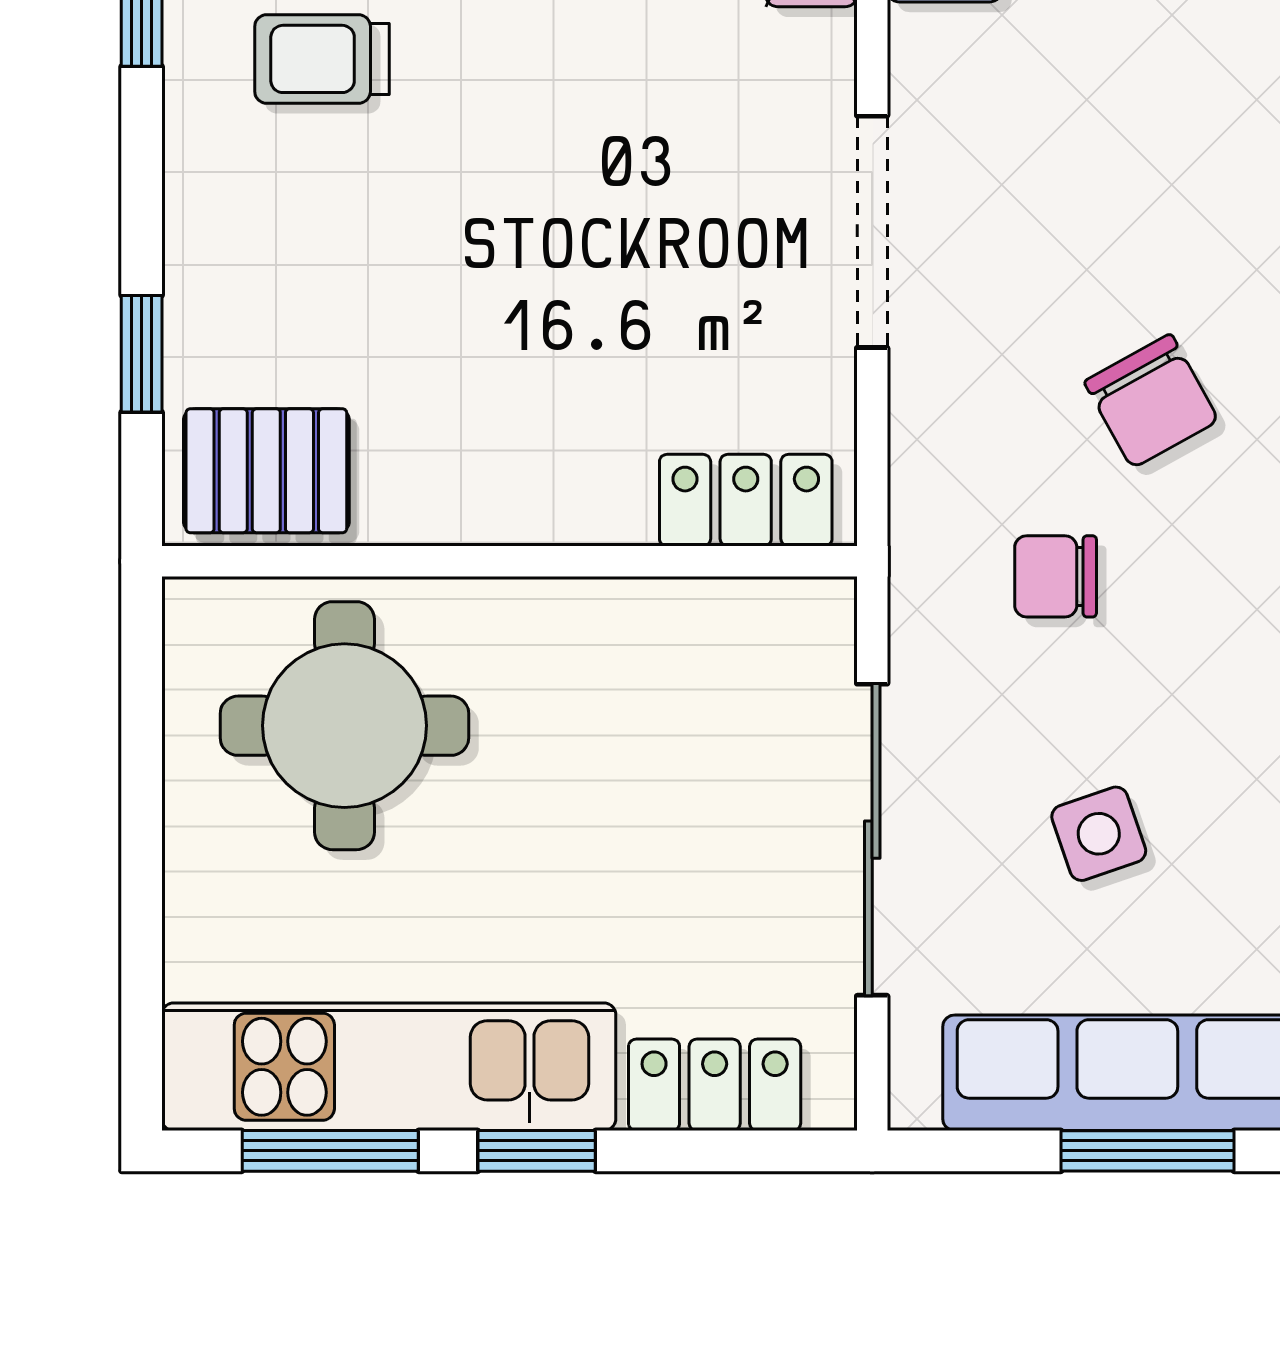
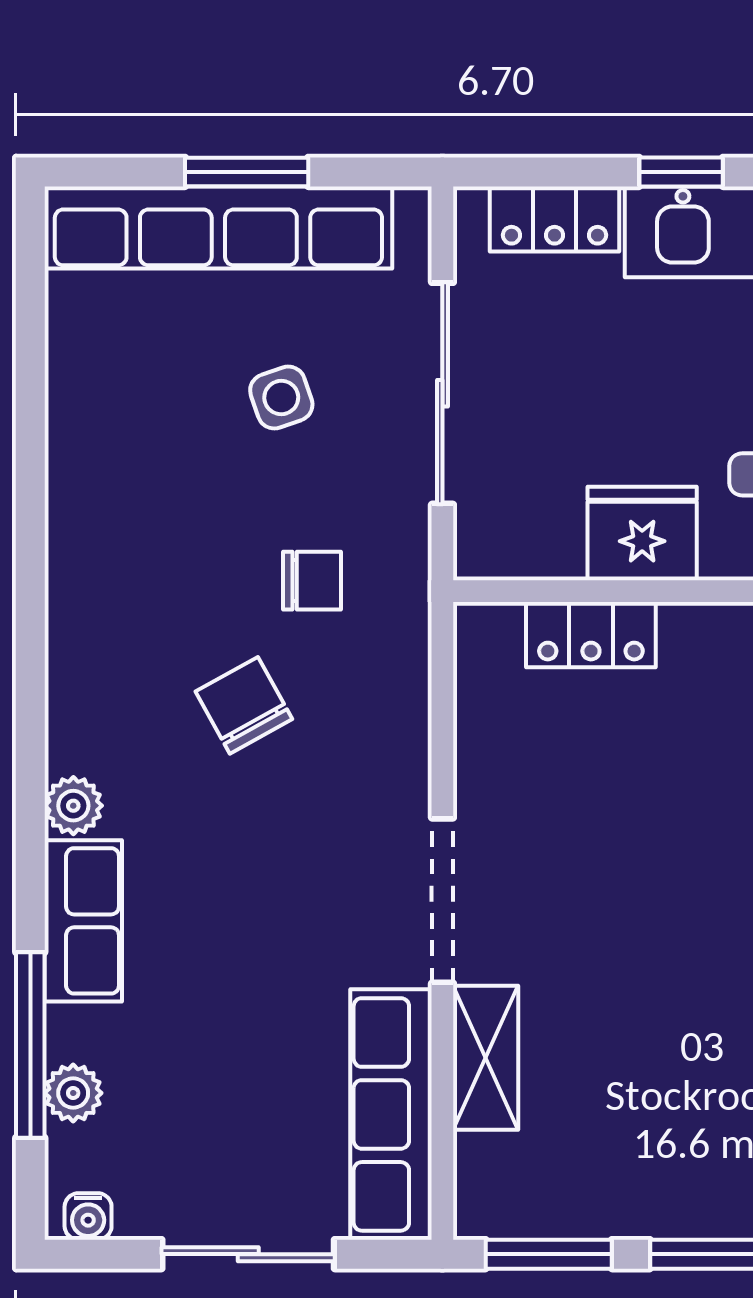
doorway: (872, 232) -> (442, 901), moved
locker: (746, 500) -> (591, 635), moved
fridge: (591, 642) -> (642, 534), added

